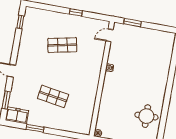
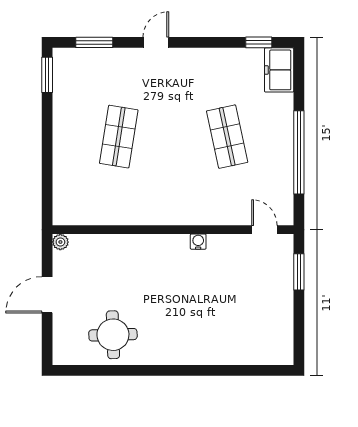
window: (76, 12) -> (299, 152), width x3.17
freezer: (17, 115) -> (279, 70), moved, turned 180
window: (35, 128) -> (47, 75), moved

